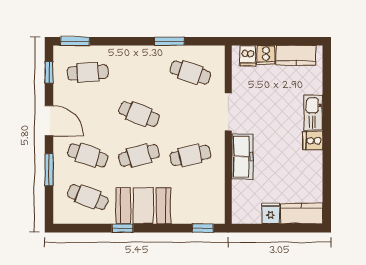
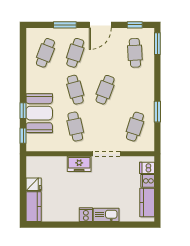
freezer: (242, 157) -> (79, 164), width x0.71
booth: (143, 206) -> (39, 113), moved
window: (122, 228) -> (23, 111), moved

